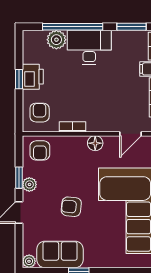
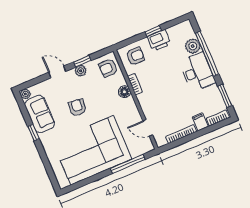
floor lamp: (95, 143) -> (125, 92), moved

